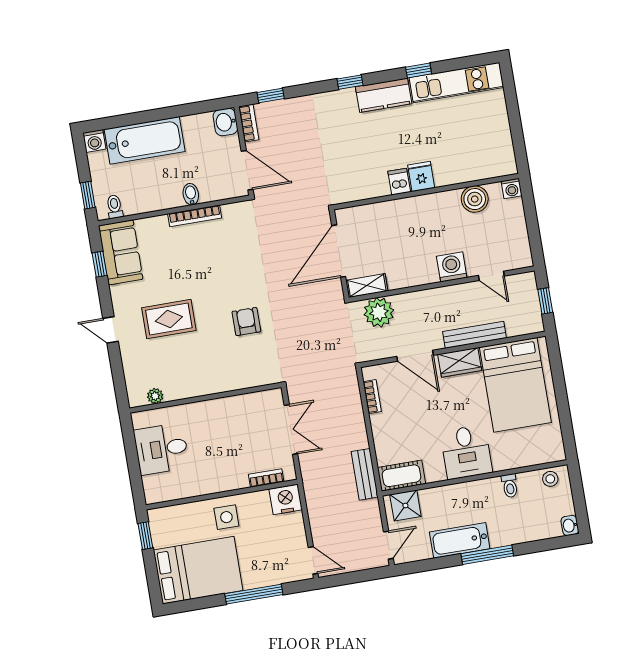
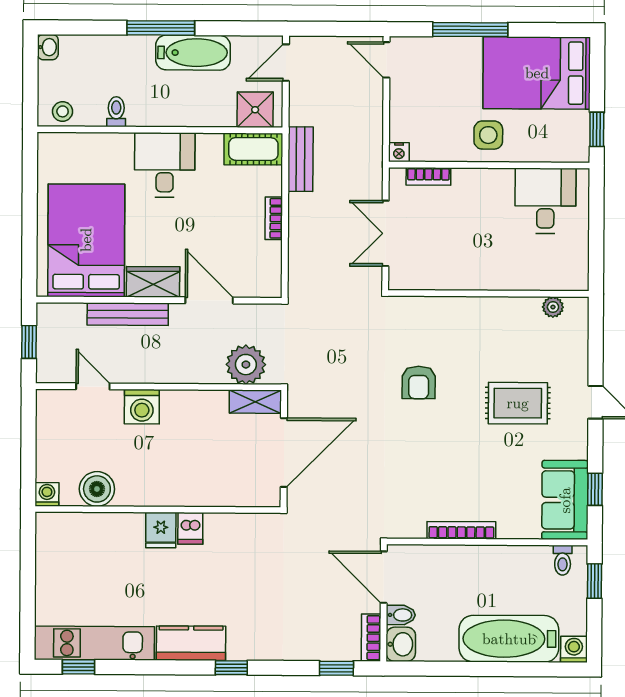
window: (419, 70) -> (79, 667), moved
bidet: (191, 194) -> (401, 615), moved, turned -90
bookcase: (372, 397) -> (274, 218), moved
desk: (161, 449) -> (545, 201), moved, turned -90
nightstand: (286, 499) -> (399, 152), width x0.53, depth x0.56

